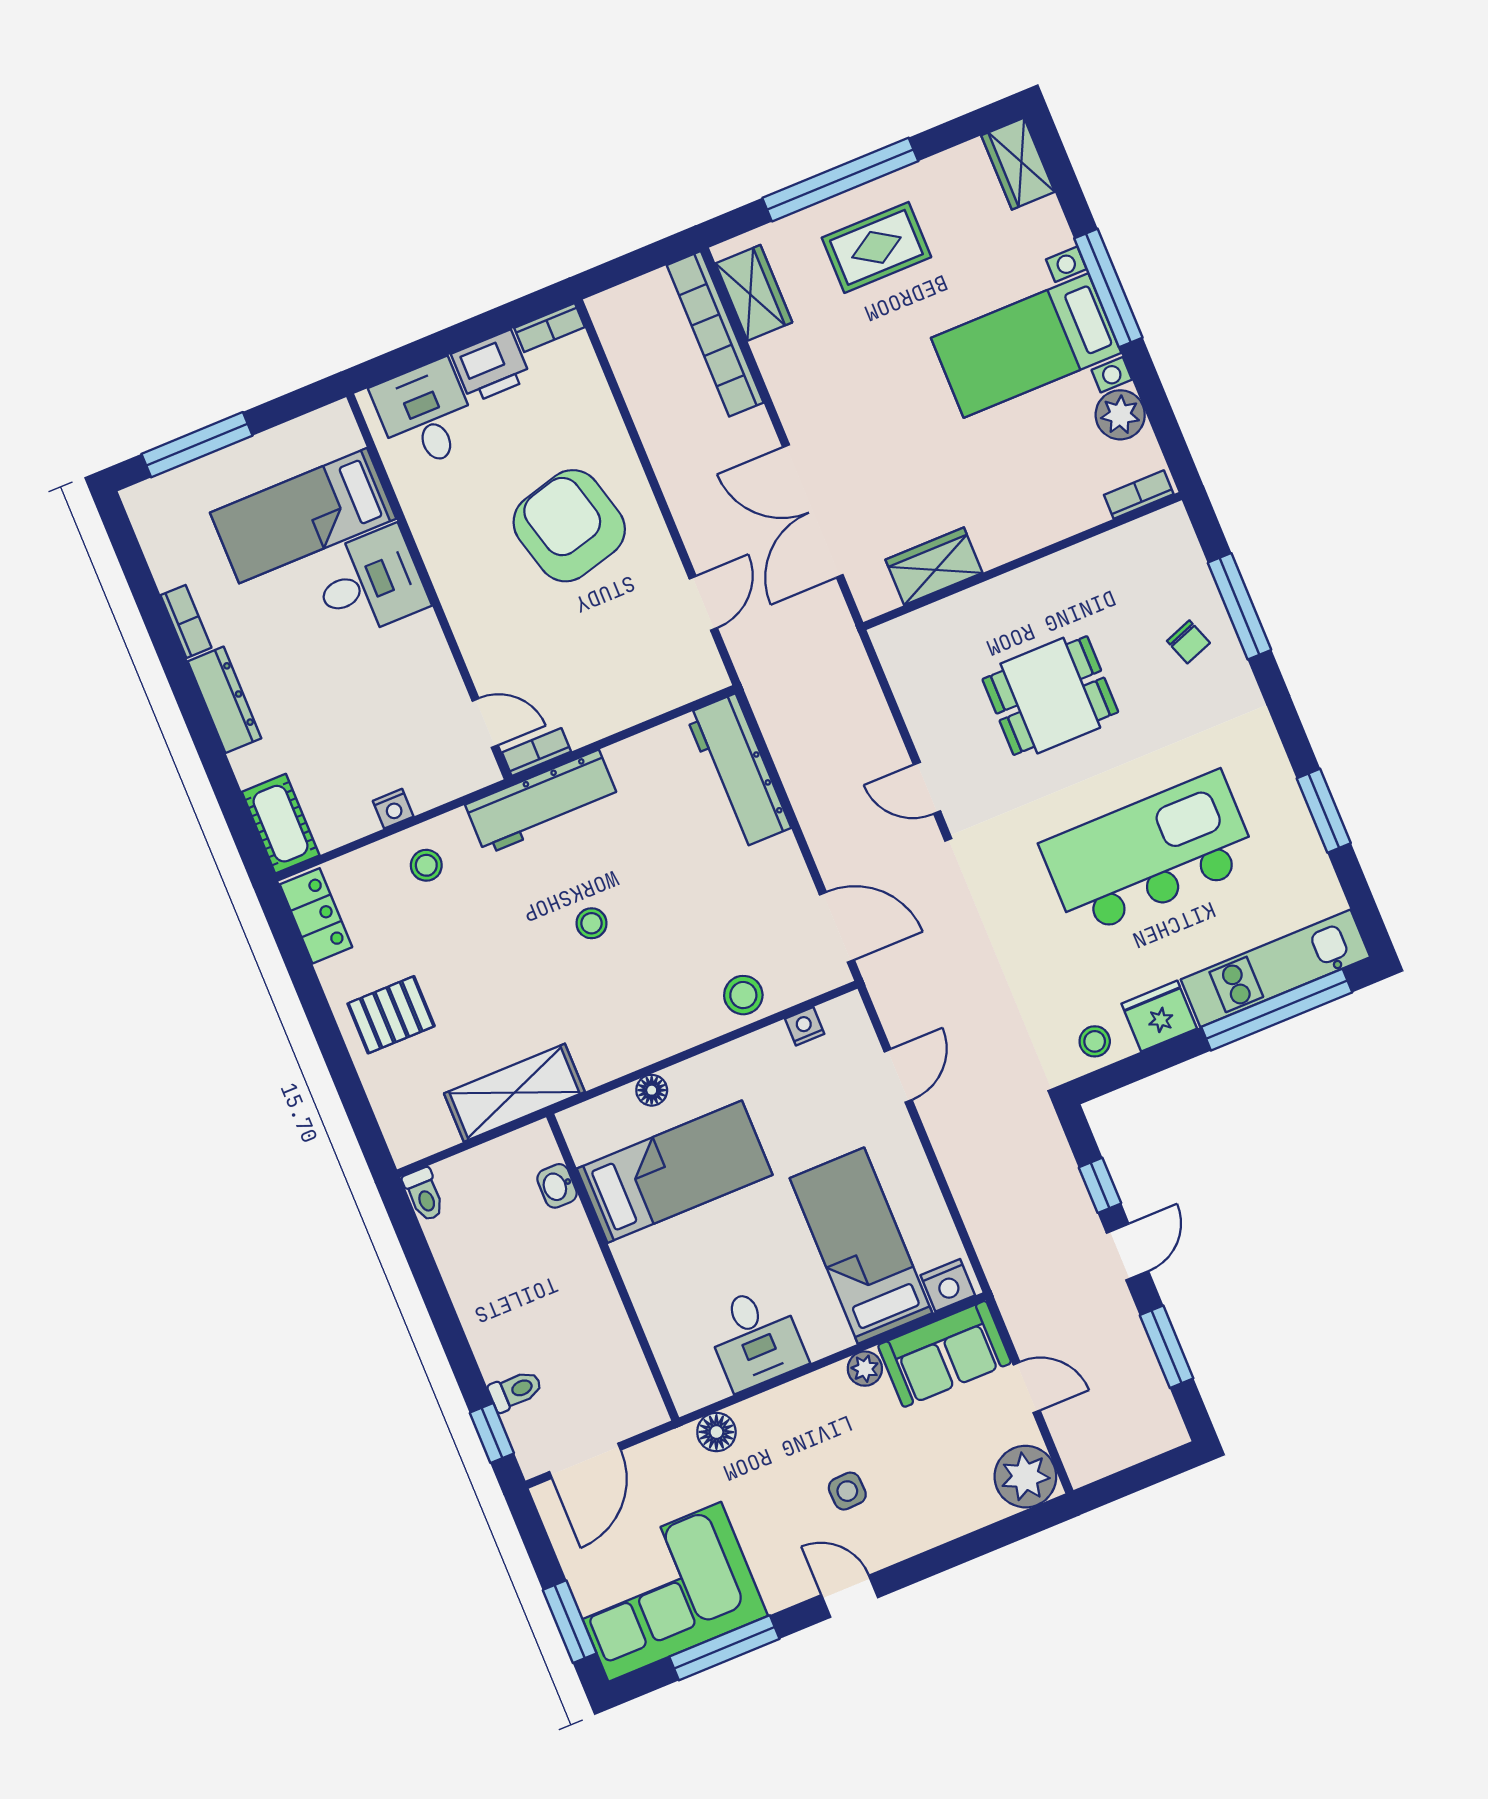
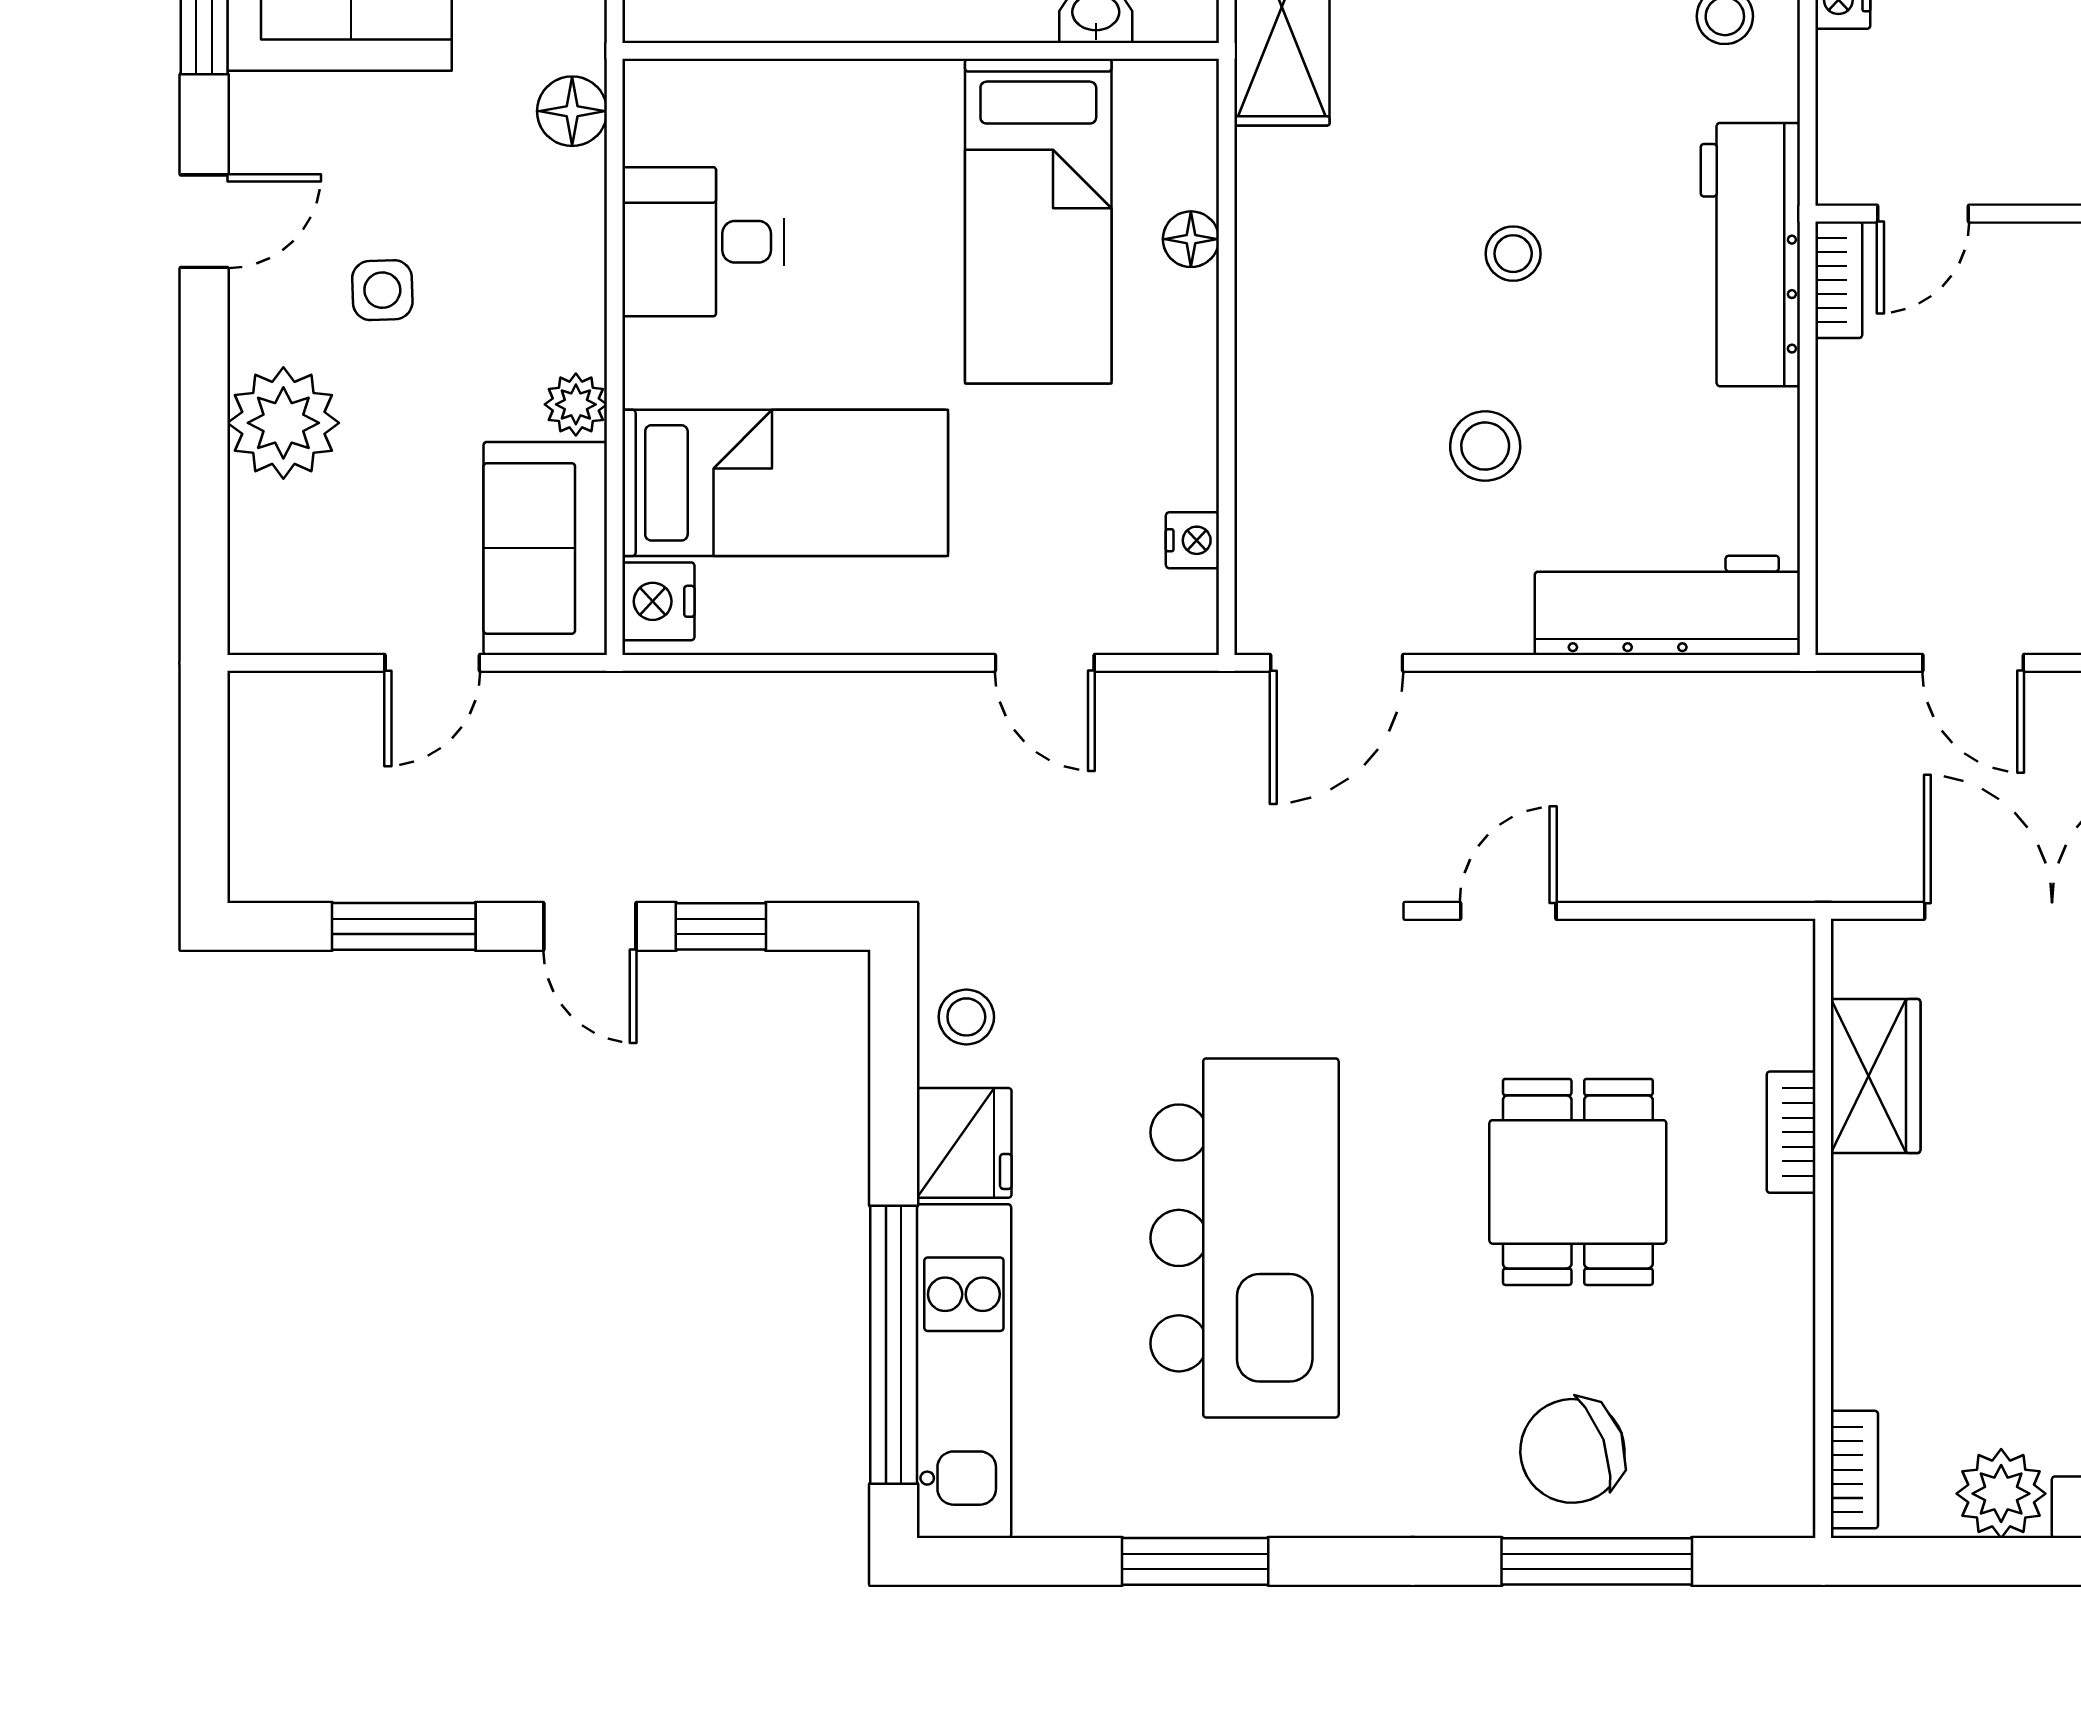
bookcase: (980, 597) -> (1791, 1132), added
chair: (1188, 642) -> (1572, 1451), width x1.87, depth x1.87
stool: (743, 995) -> (1485, 446), moved
plant: (1025, 1477) -> (283, 423), moved

